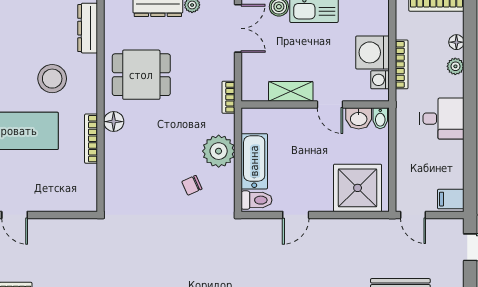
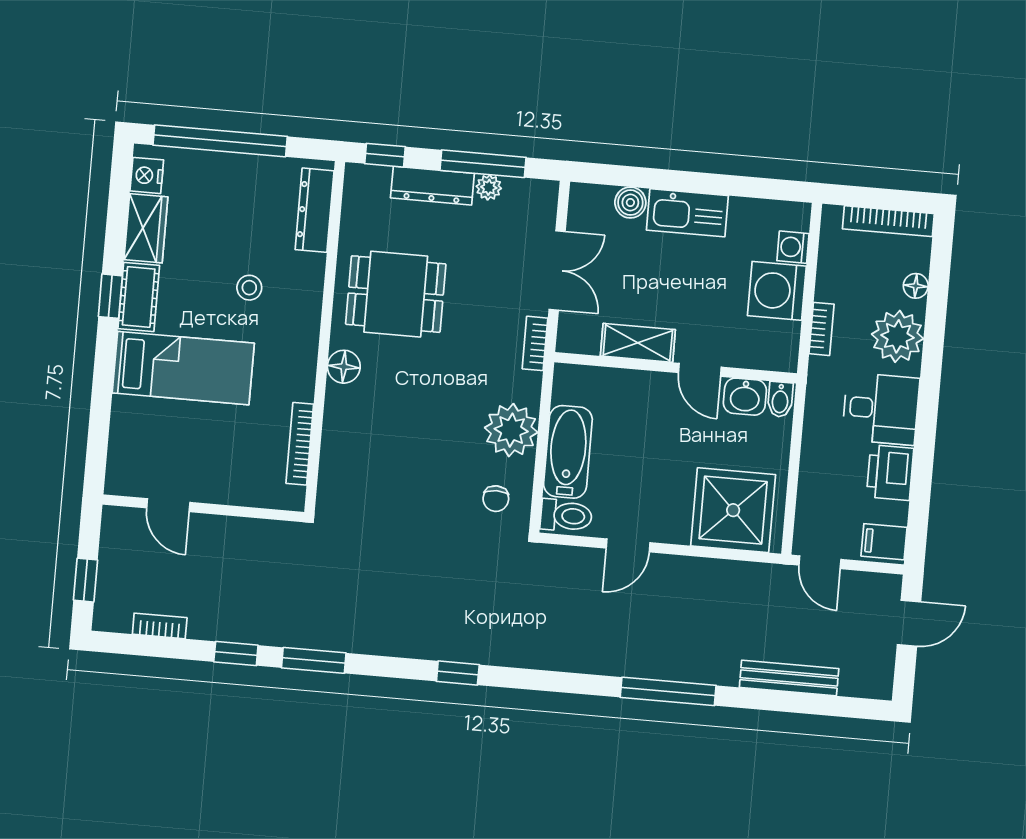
double door: (238, 28) -> (557, 271), moved
bookcase: (402, 64) -> (821, 329), width x0.64
plant: (455, 66) -> (897, 336), width x1.88, depth x1.88
stool: (52, 79) -> (249, 288), width x0.53, depth x0.53
washing machine: (380, 80) -> (793, 247), moved
bookcase: (91, 139) -> (300, 444), moved
printer: (451, 157) -> (890, 473), added
chair: (192, 185) -> (496, 499), moved, turned -66

